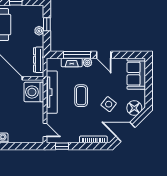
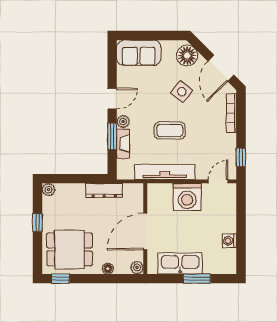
window: (47, 24) -> (69, 179), removed
plant: (39, 31) -> (48, 190), moved
window: (77, 55) -> (112, 136), width x0.69
dresser: (39, 60) -> (104, 190), moved
washing machine: (34, 92) -> (187, 197), moved

